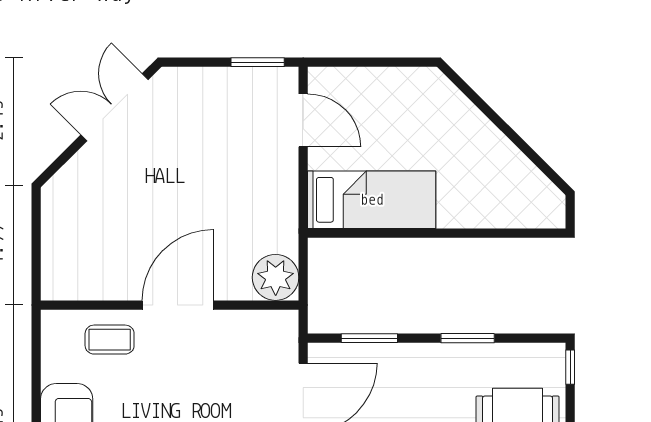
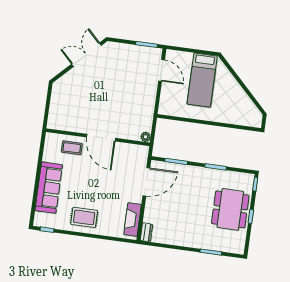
bed: (372, 200) -> (202, 80), moved, turned 90
plant: (276, 277) -> (146, 137), width x0.53, depth x0.53
door: (178, 305) -> (101, 138), swing flipped

